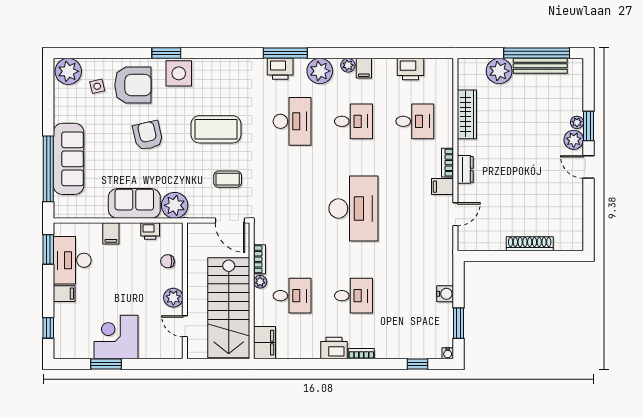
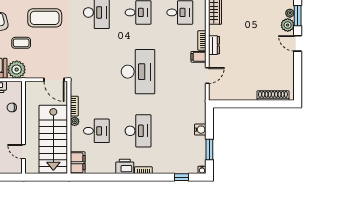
coffee table: (228, 179) -> (21, 43), moved
shoe rack: (530, 244) -> (273, 96), moved
desk: (353, 296) -> (138, 131), width x1.37
plant: (173, 298) -> (16, 132), removed

